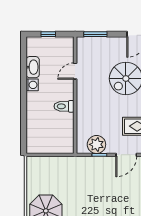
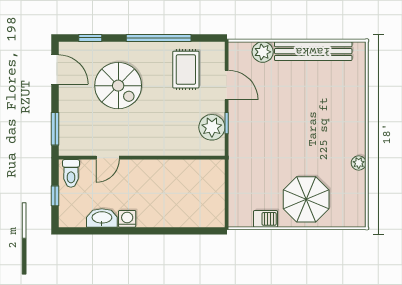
door: (75, 71) -> (108, 158), hinge flipped
toilet: (64, 106) -> (71, 173), moved
barbecue: (32, 182) -> (266, 219), added

